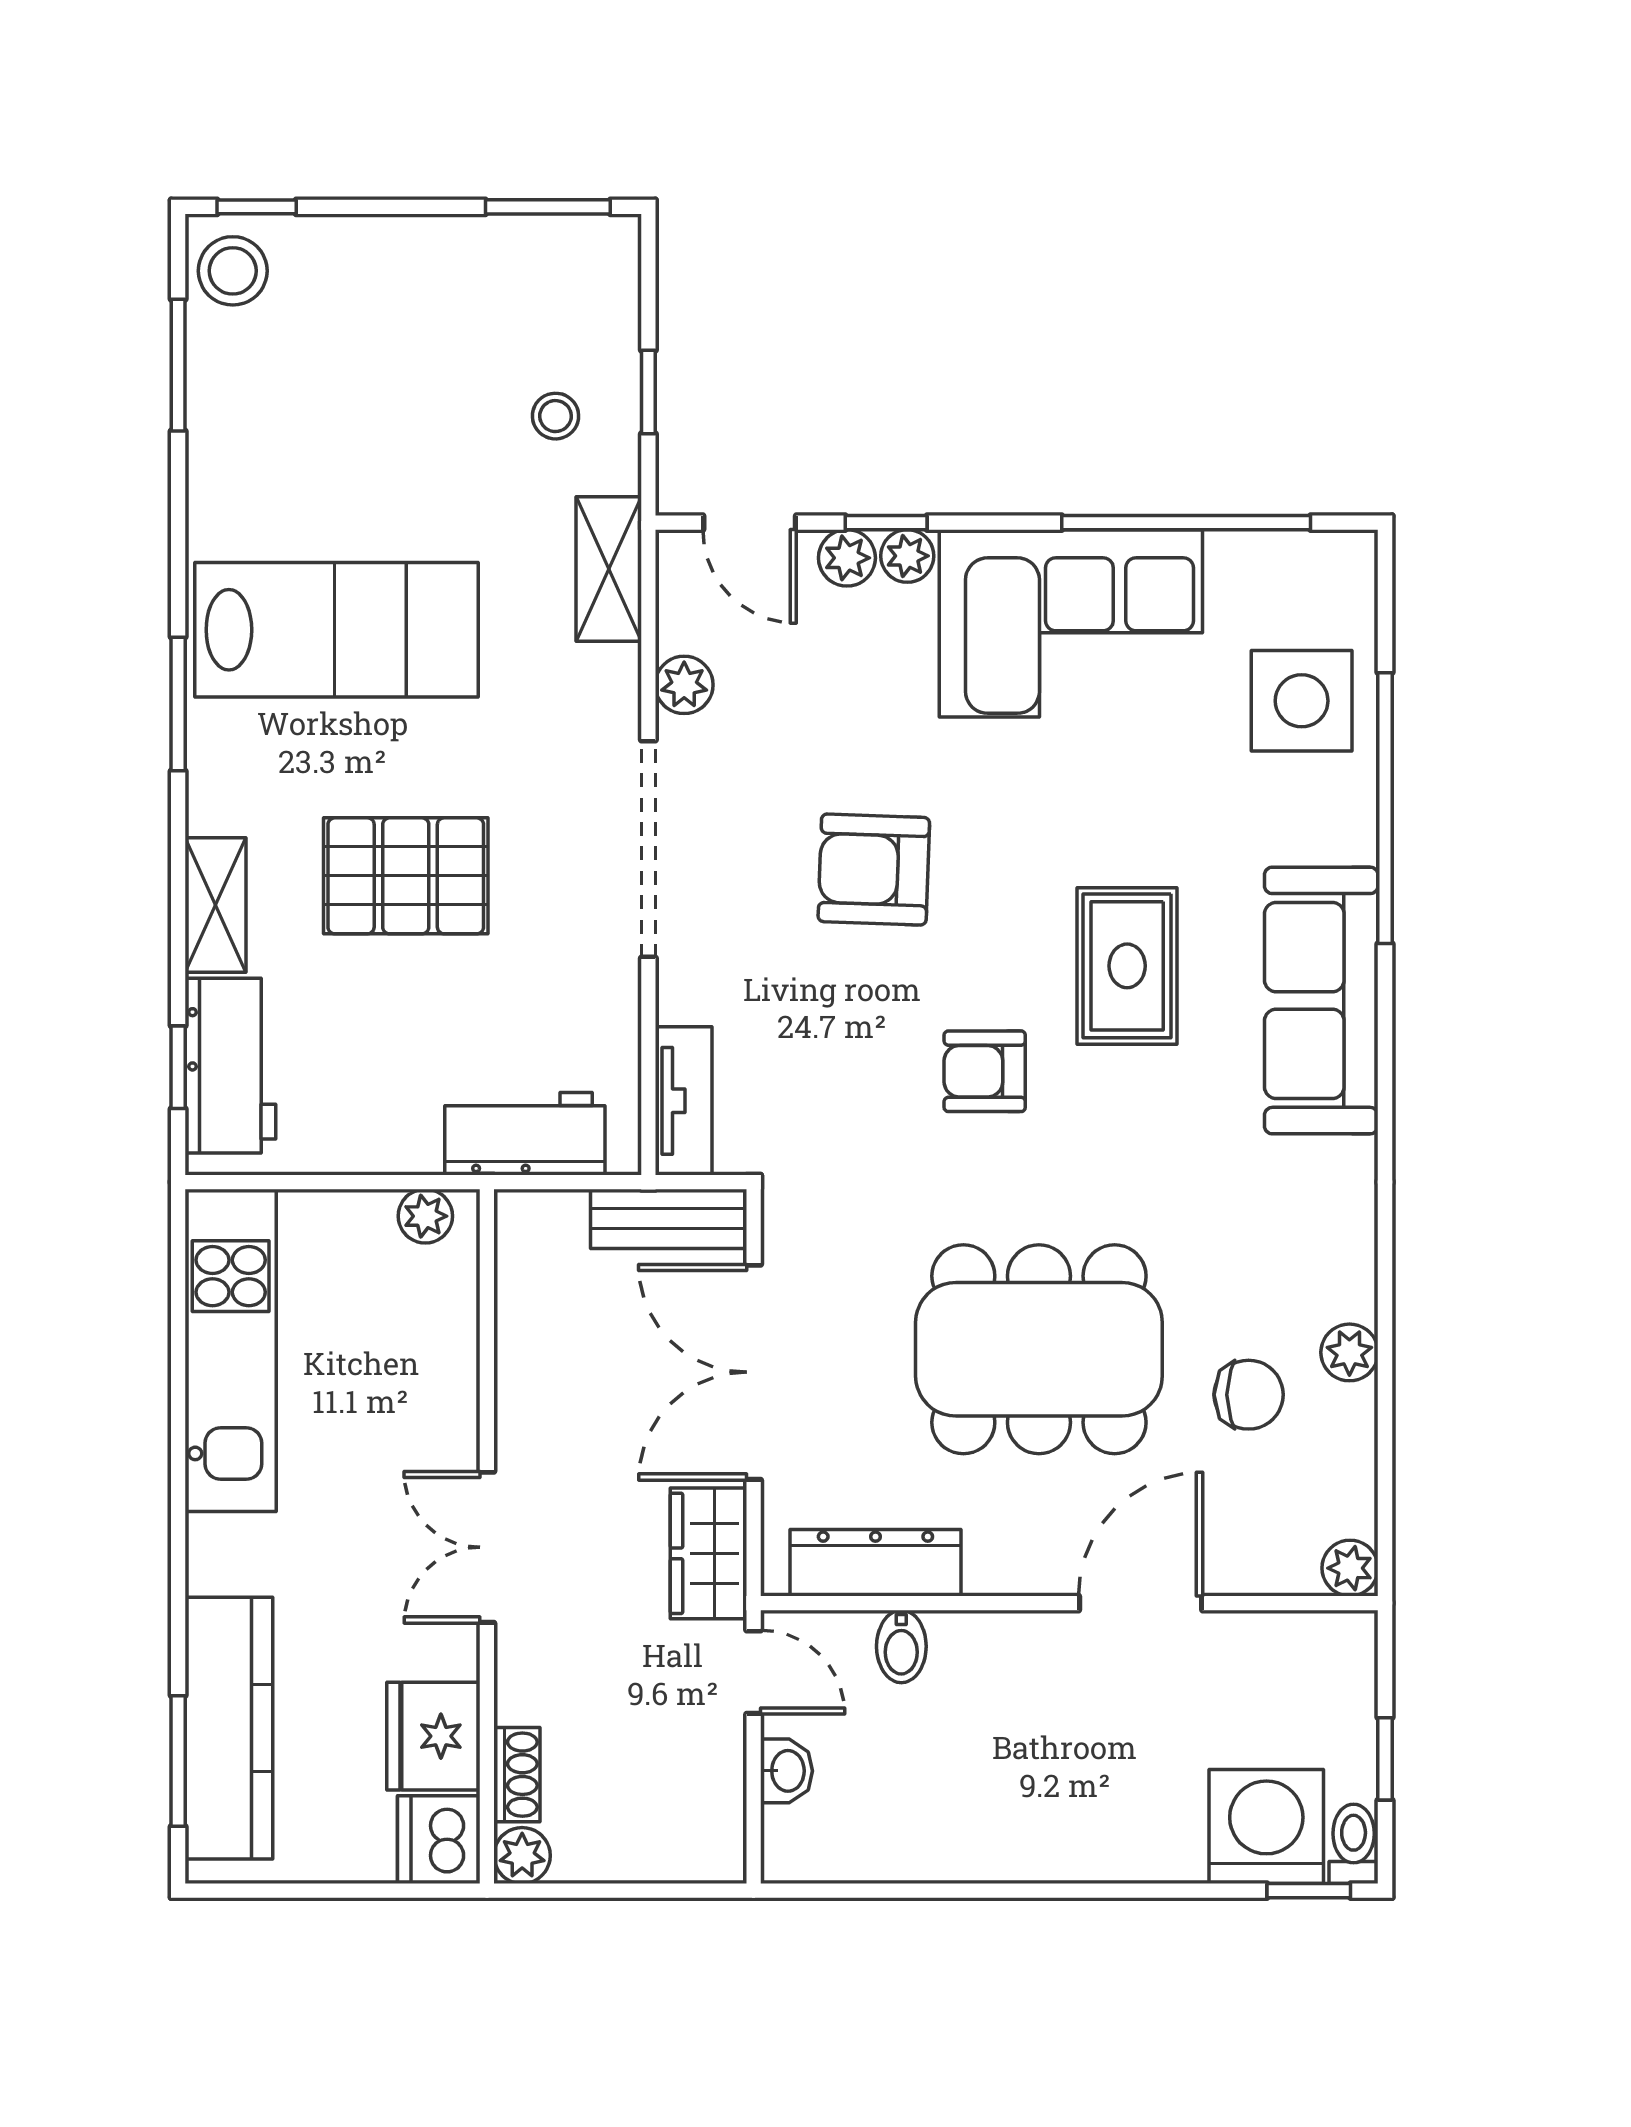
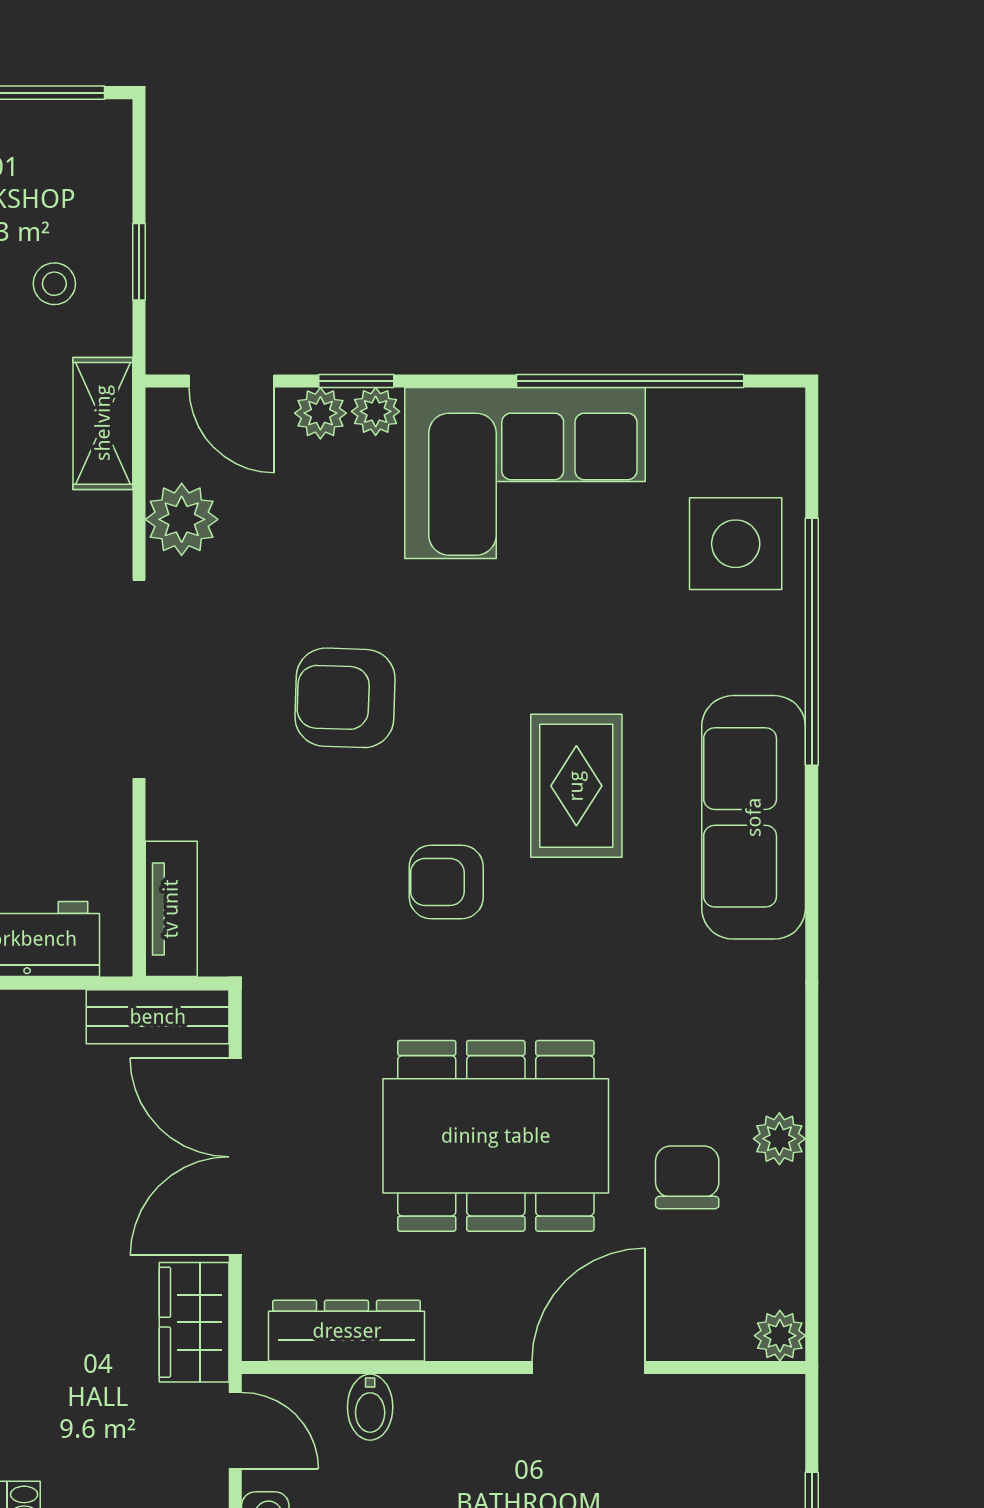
plant: (684, 685) -> (182, 519), width x1.38, depth x1.38
chair: (1249, 1395) -> (687, 1177), turned -90

